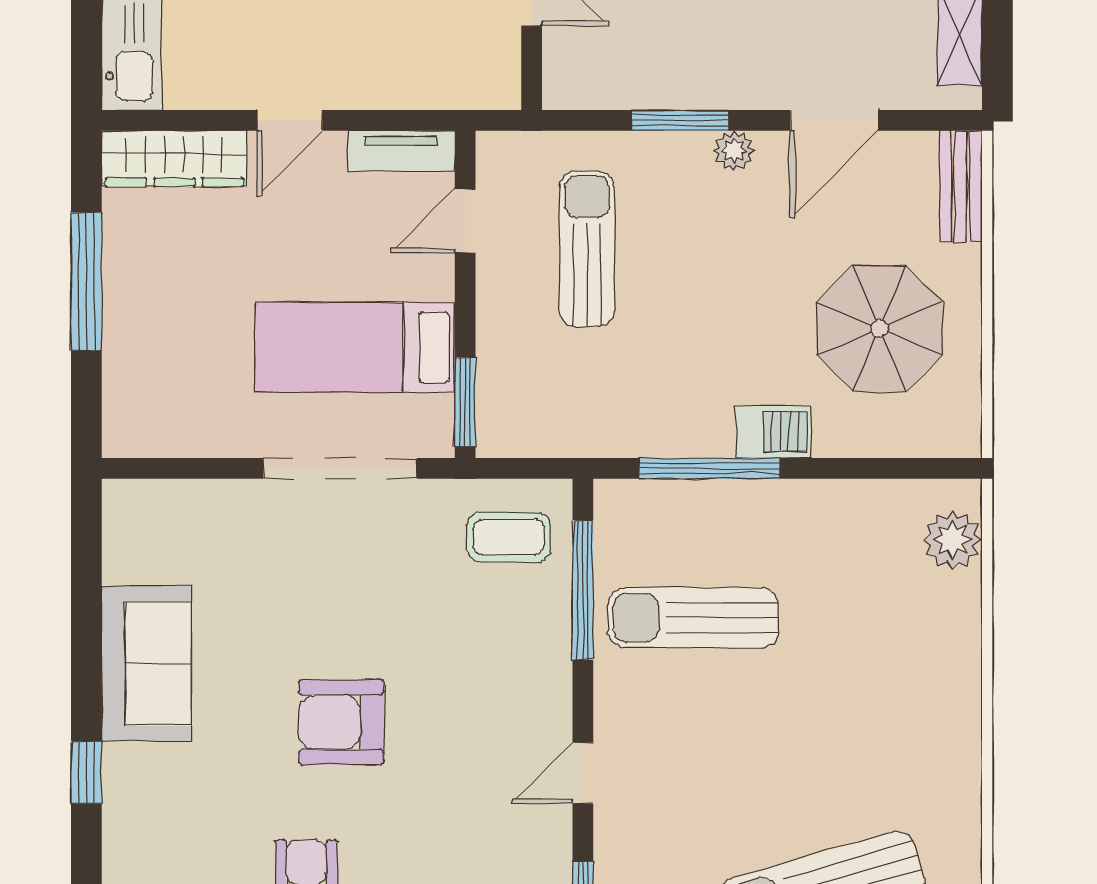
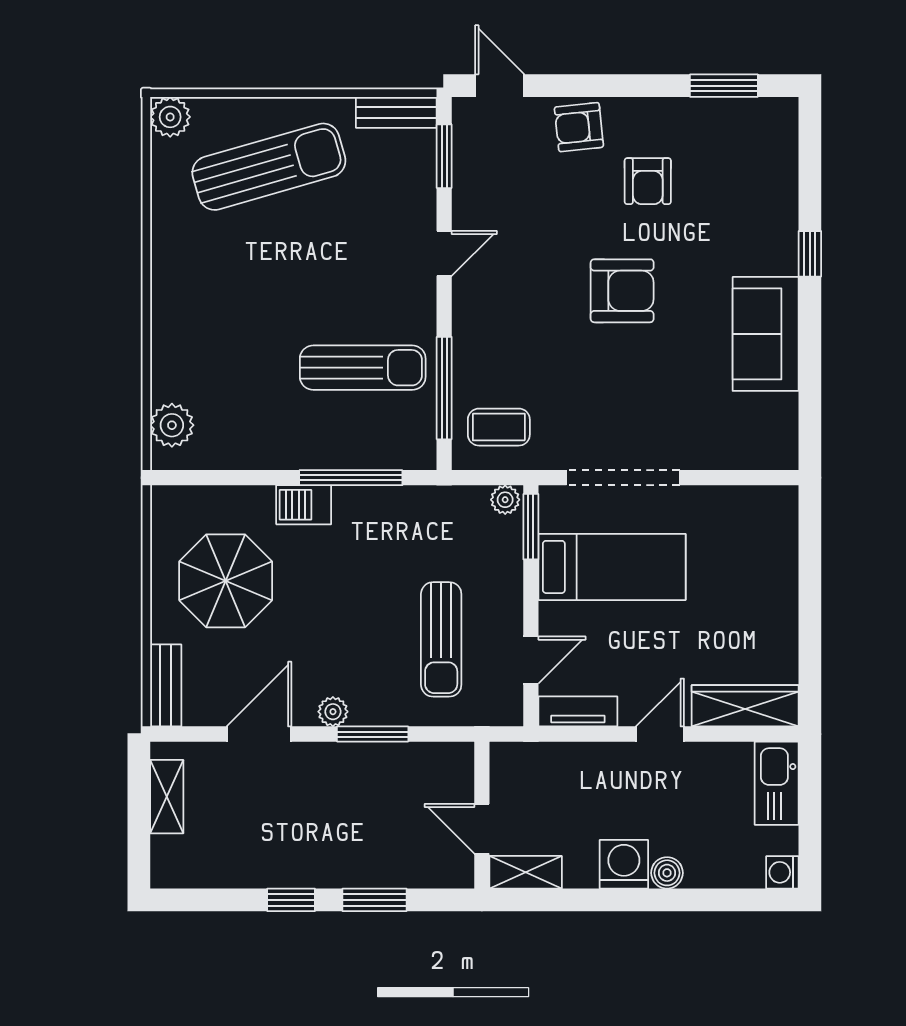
window: (86, 282) -> (810, 615), removed
plant: (500, 439) -> (505, 500), added

